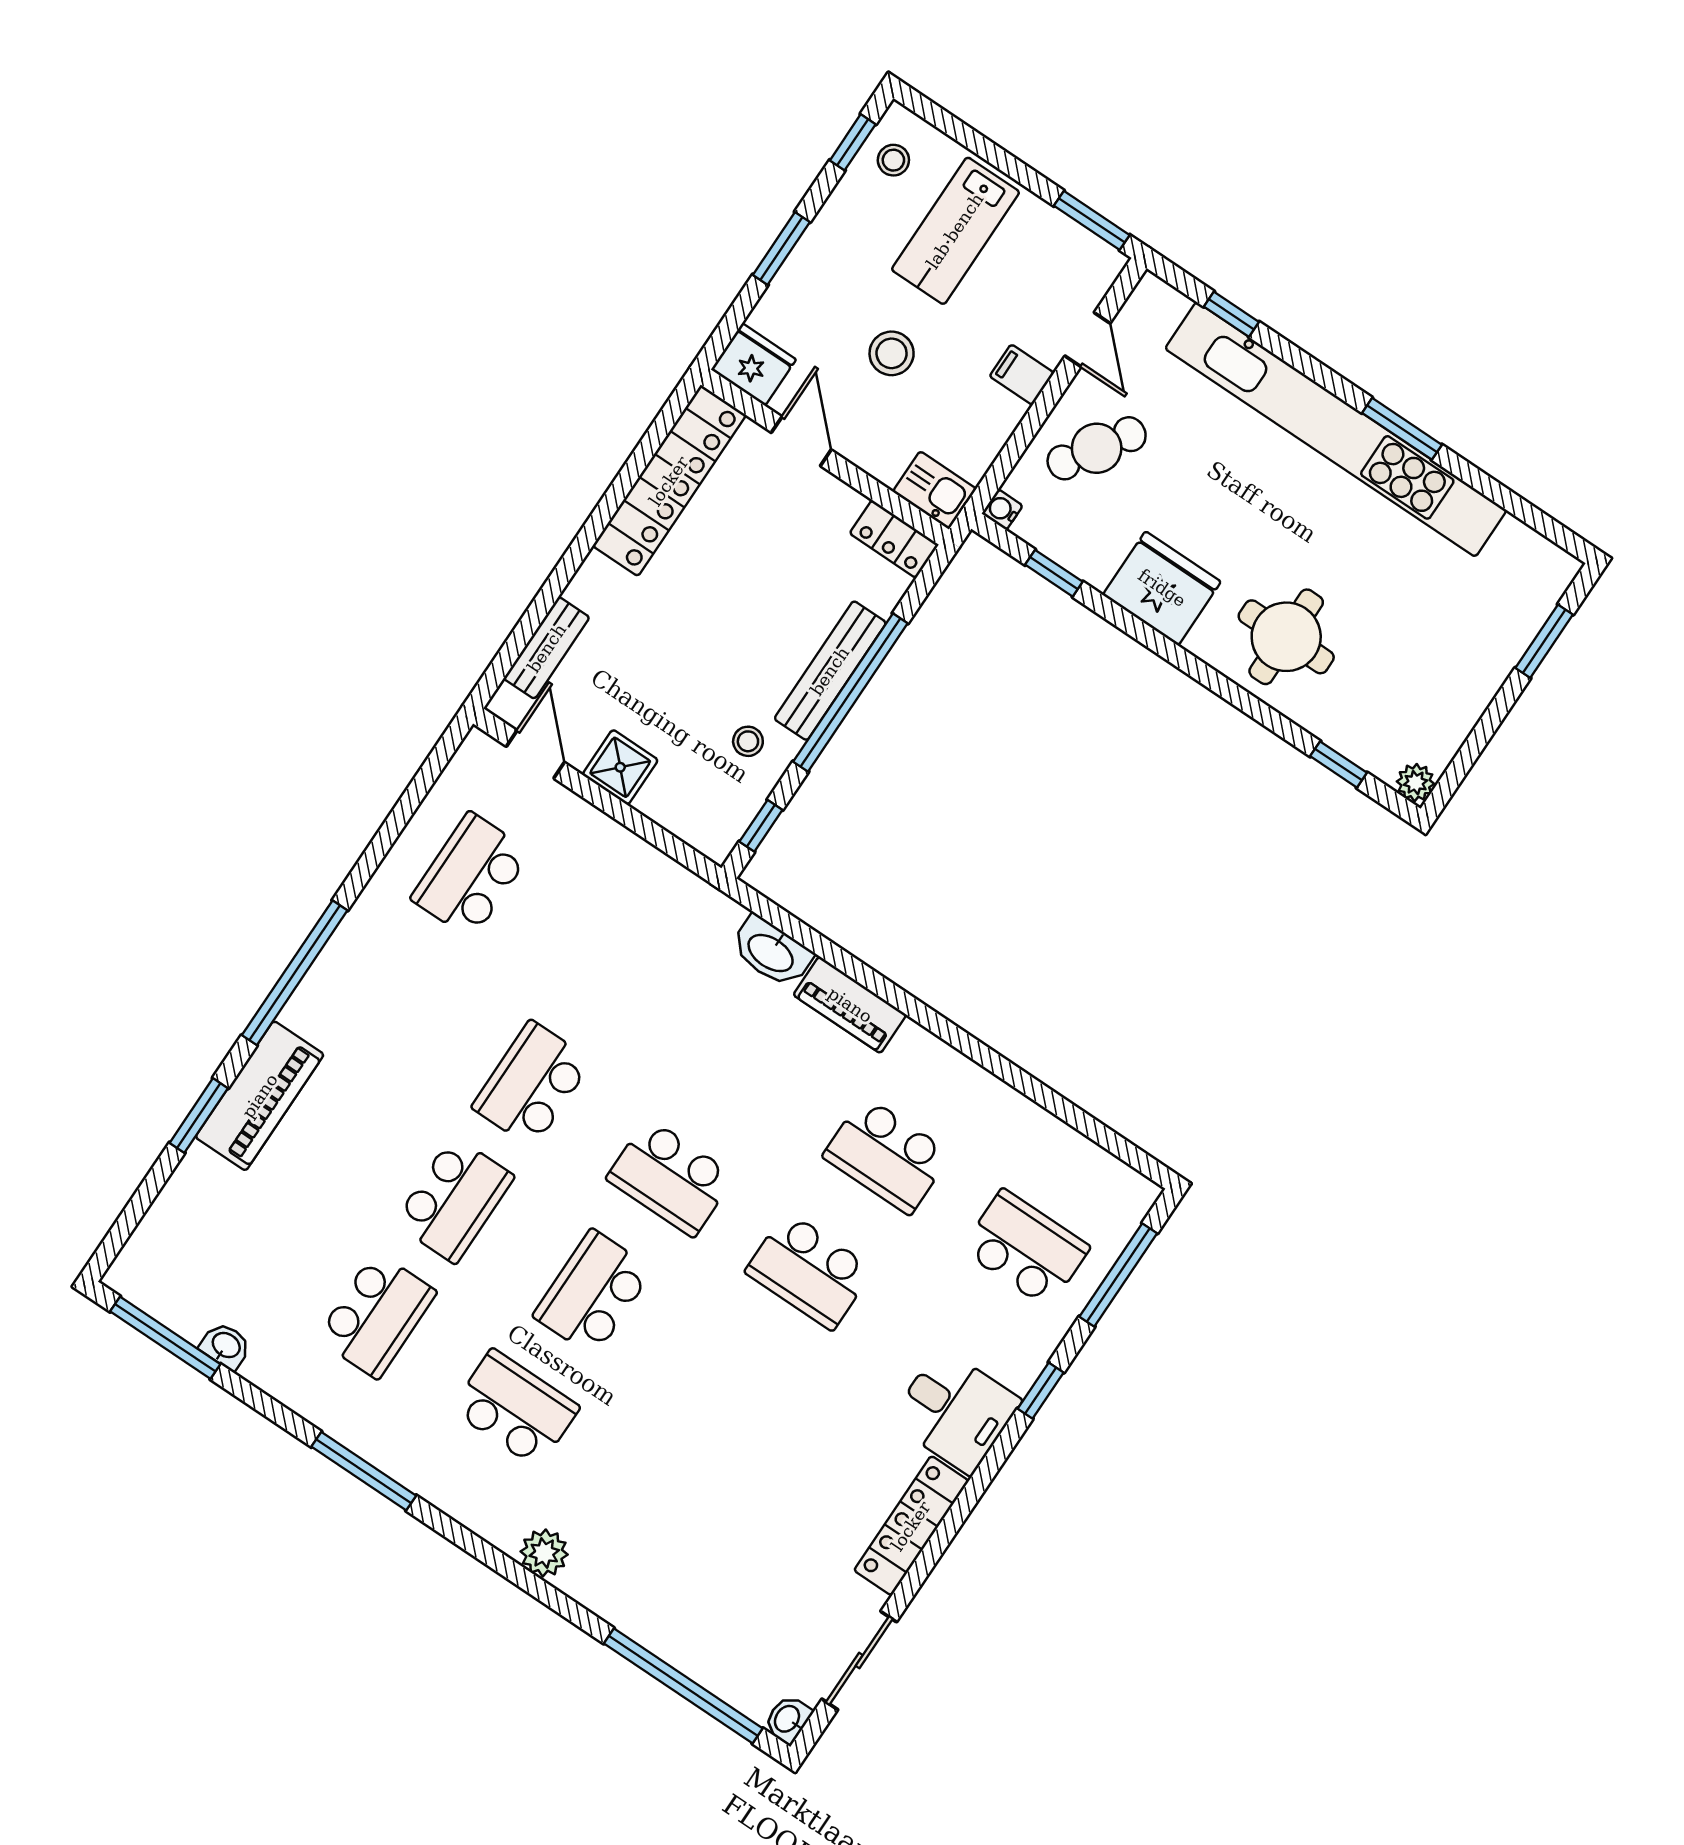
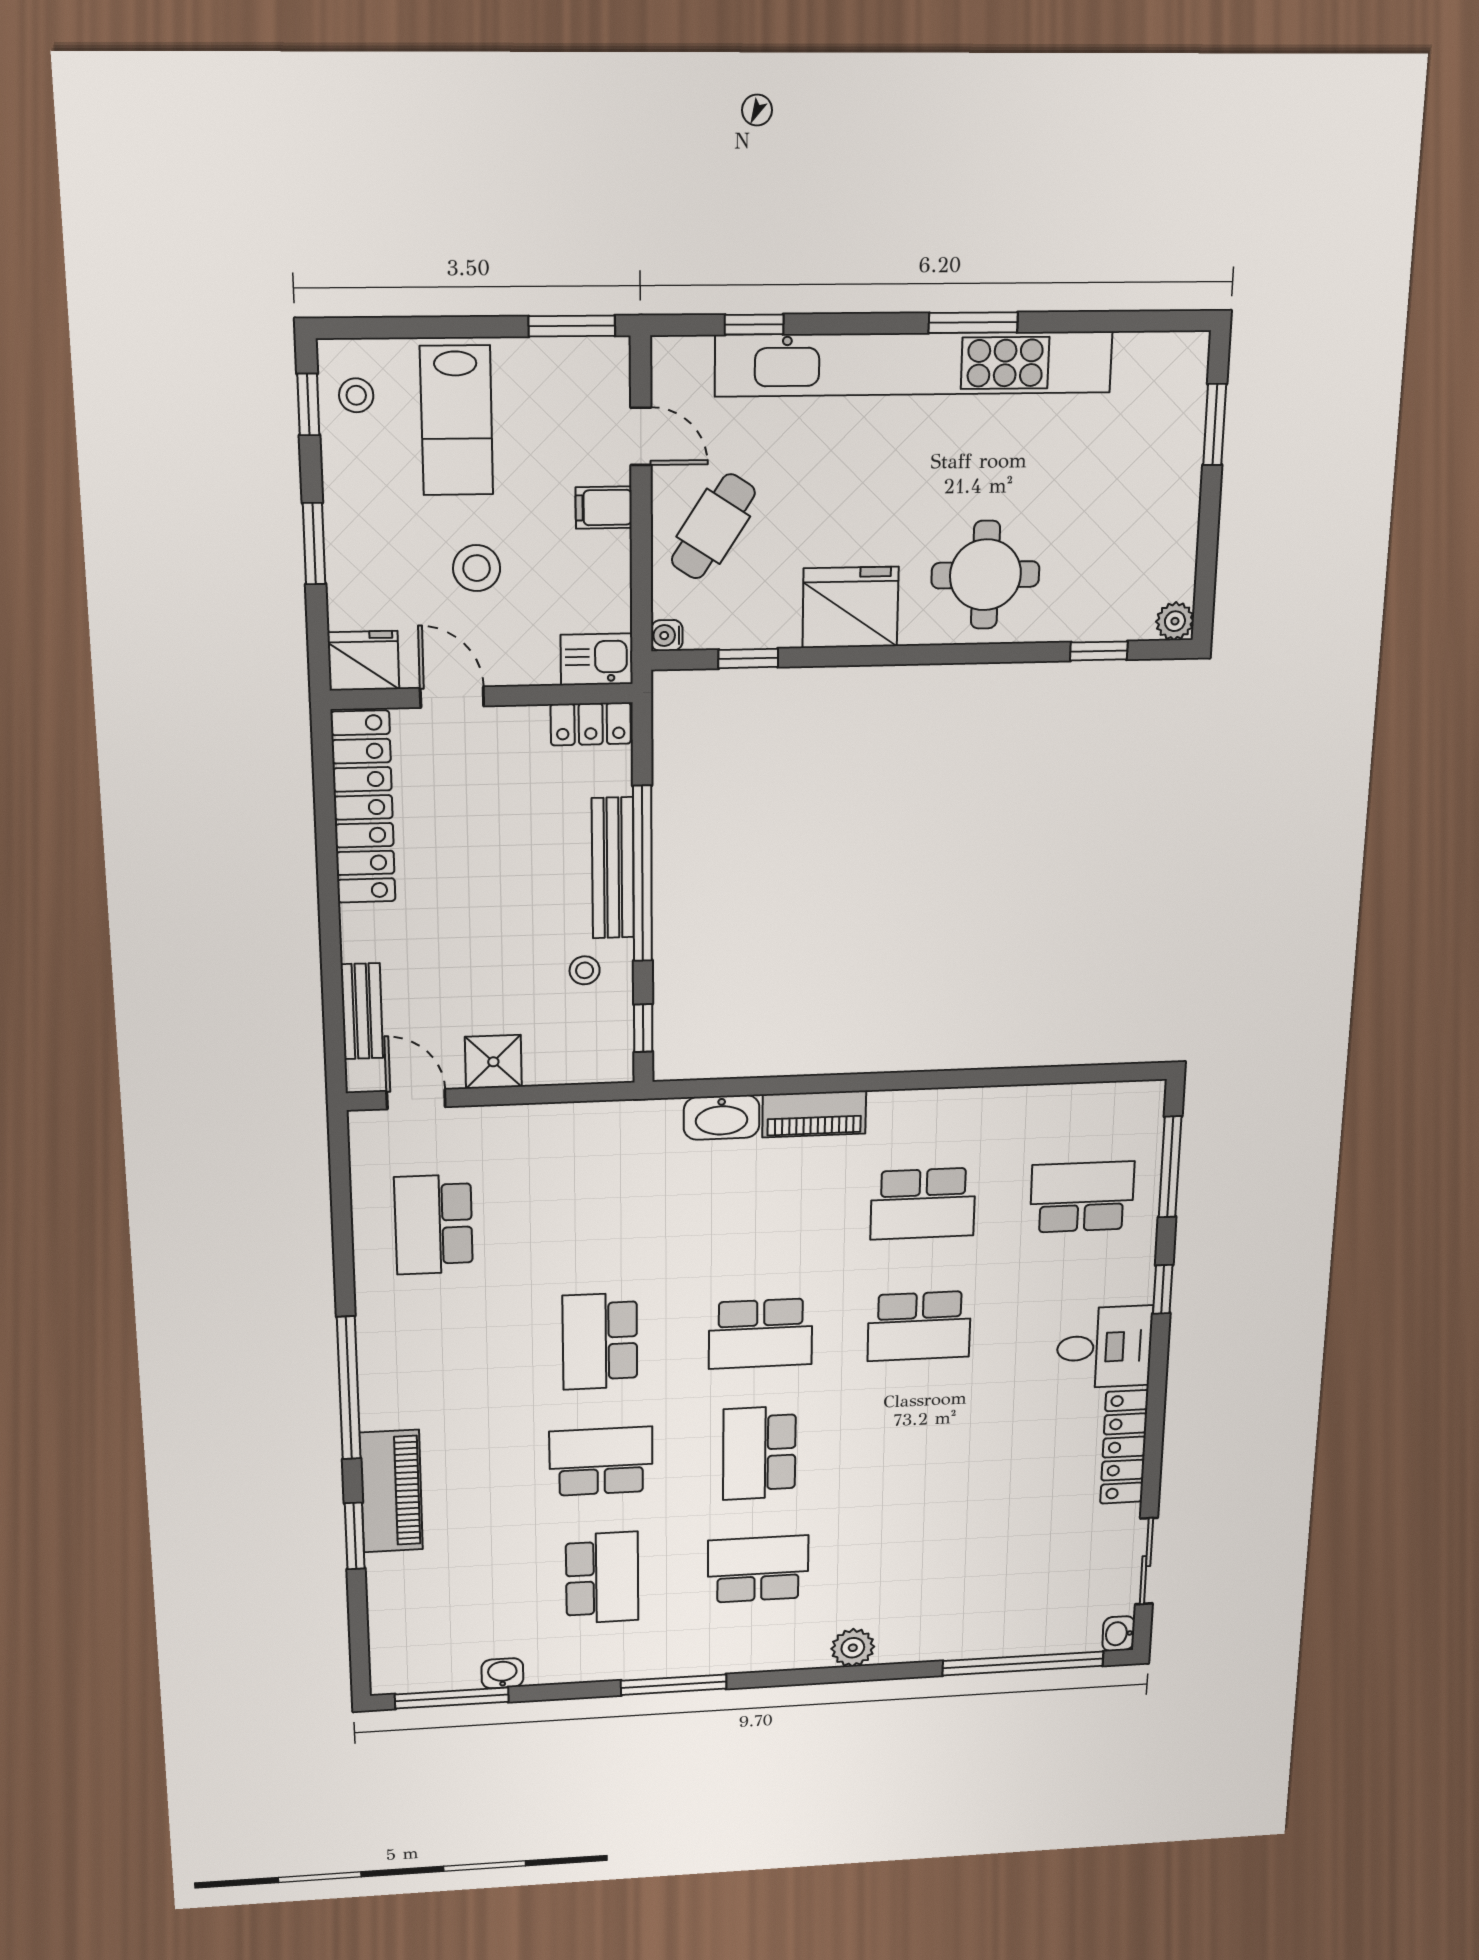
school desk: (454, 1200) -> (601, 1461), turned -90

